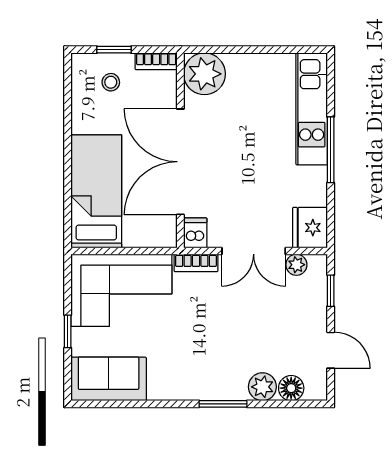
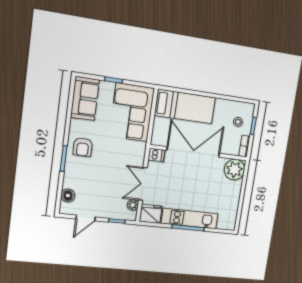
kitchen unit: (312, 109) -> (190, 219), moved
bookcase: (196, 263) -> (141, 153), removed
armchair: (198, 372) -> (83, 147), added
plant: (262, 387) -> (70, 180), removed

